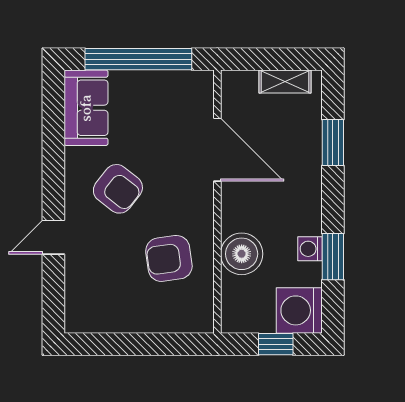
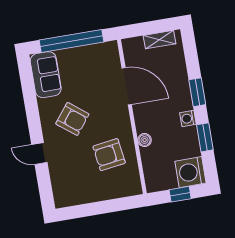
window: (333, 143) -> (197, 92), moved
door: (53, 237) -> (39, 154), hinge flipped
washing machine: (310, 249) -> (188, 118), moved
boiler: (242, 254) -> (145, 140), width x0.54, depth x0.54

